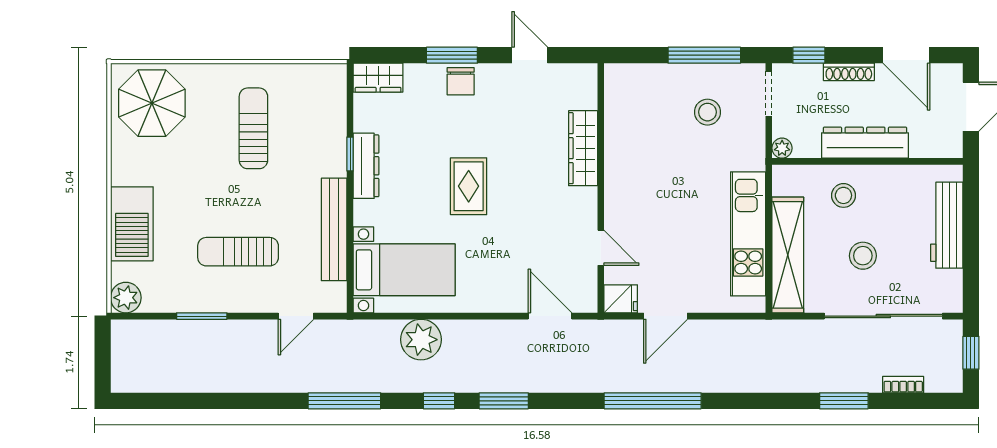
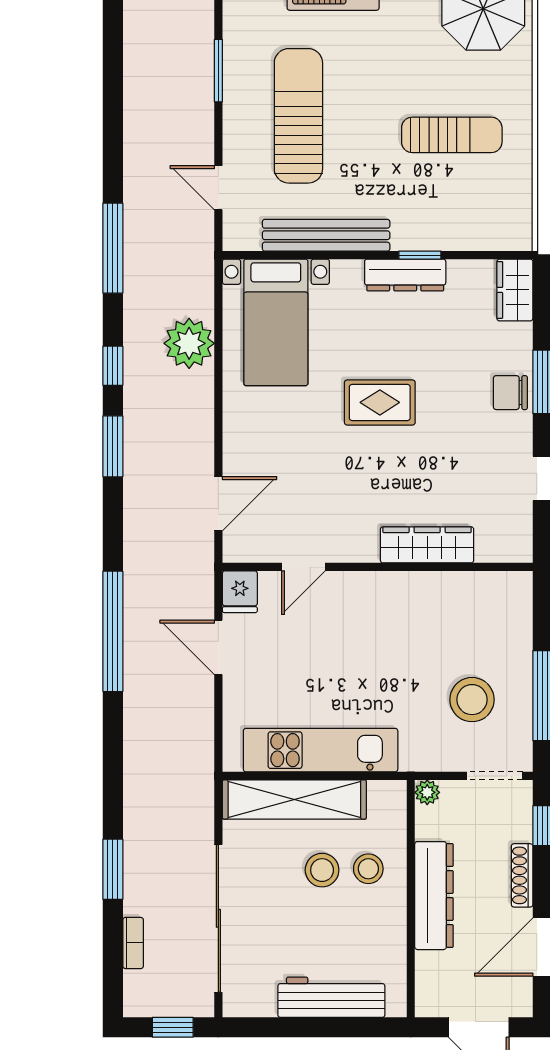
stool: (707, 112) -> (472, 700), width x1.38, depth x1.38
sun lounger: (238, 252) -> (298, 116), width x1.36, depth x1.34
stool: (863, 256) -> (322, 870), moved

